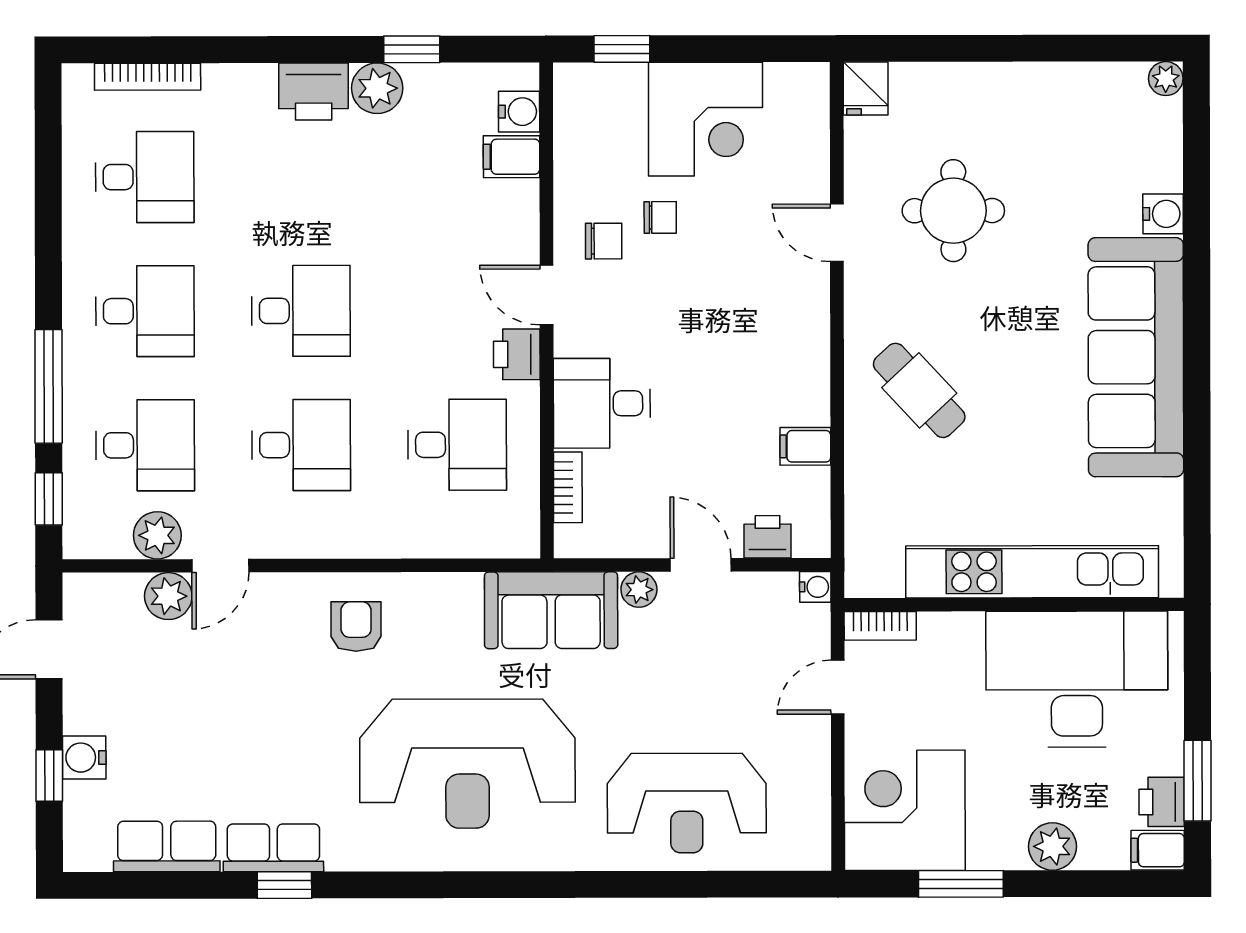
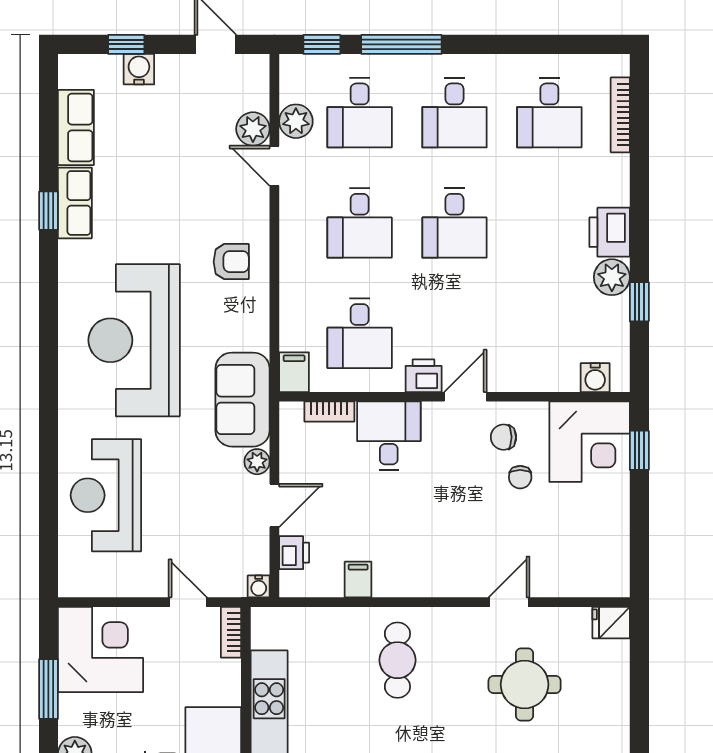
corner desk: (706, 119) -> (590, 442), moved, turned -90
filing cabinet: (512, 157) -> (294, 372), moved
chair: (604, 241) -> (504, 437), turned 90
cafe table: (919, 390) -> (397, 660), turned -47

